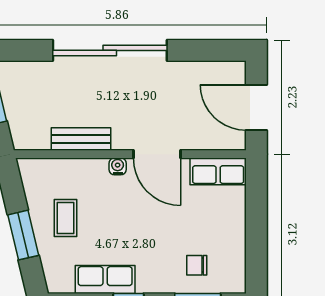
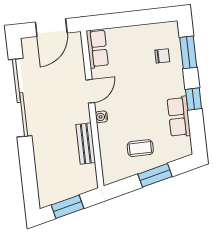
sliding door: (110, 50) -> (20, 98), moved
door: (157, 154) -> (90, 91), width x0.73
chair: (197, 265) -> (162, 56), turned -90

